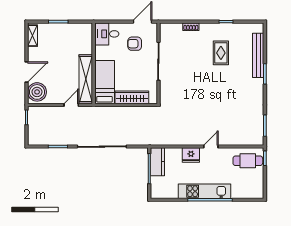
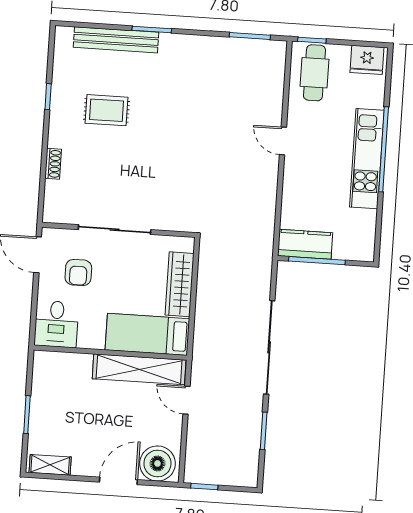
door: (27, 72) -> (118, 481), hinge flipped
fridge: (191, 155) -> (367, 60), moved, turned 90

